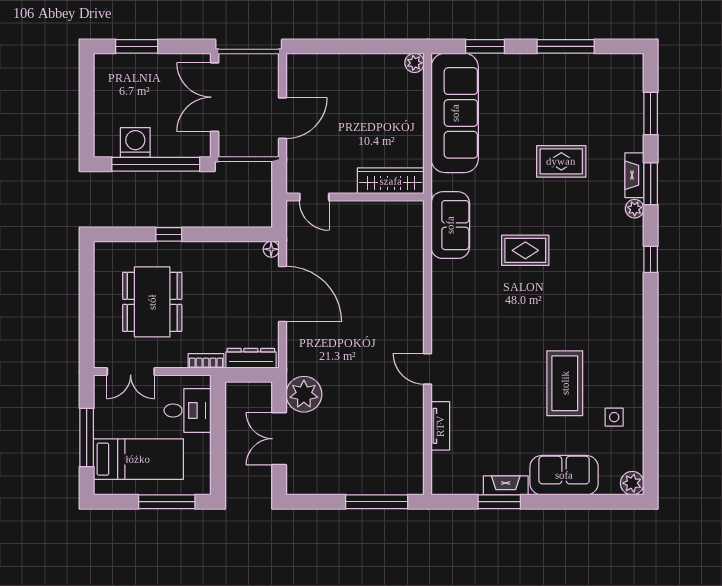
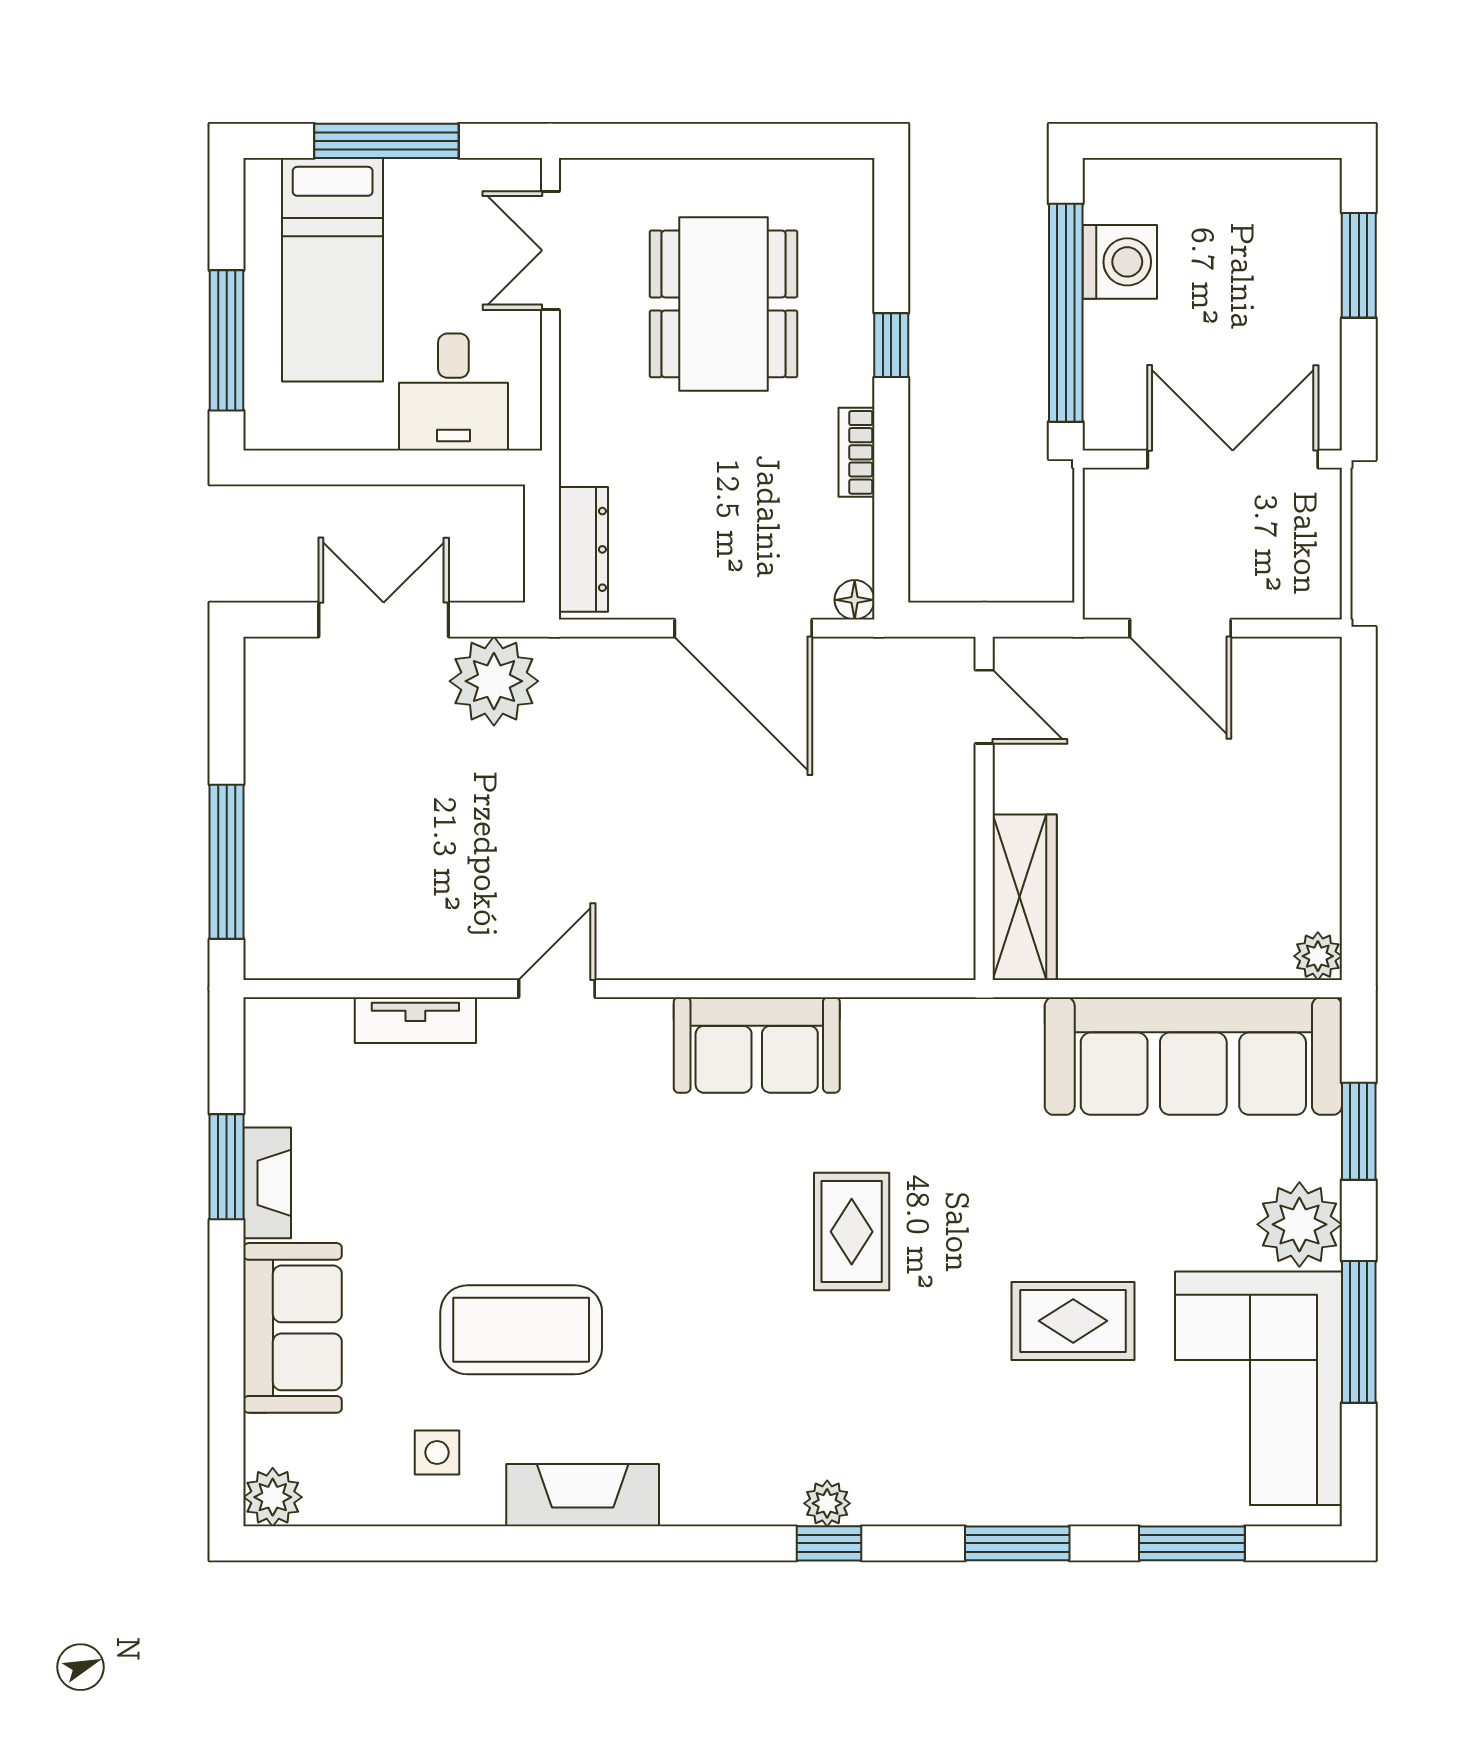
plant: (522, 70) -> (1299, 1224), added
corner sofa: (588, 87) -> (1258, 1388), added
rug: (561, 161) -> (1073, 1321), turned 90
fireplace: (634, 175) -> (583, 1495), moved, width x1.37, depth x1.32
door: (314, 197) -> (984, 707), swing flipped
plant: (635, 209) -> (827, 1503), moved
sofa: (450, 225) -> (757, 1045), moved
door: (283, 294) -> (743, 628), hinge flipped
dining table: (152, 302) -> (723, 304), turned 90
bookcase: (206, 361) -> (856, 452), moved, turned 180

